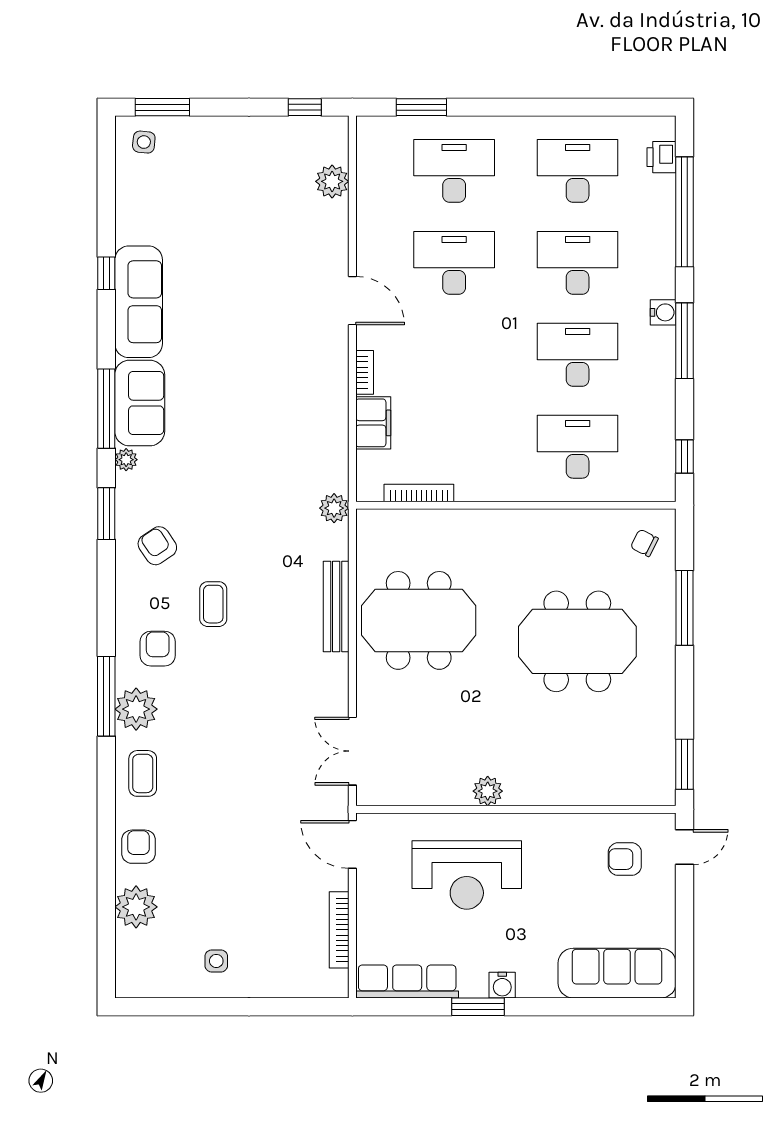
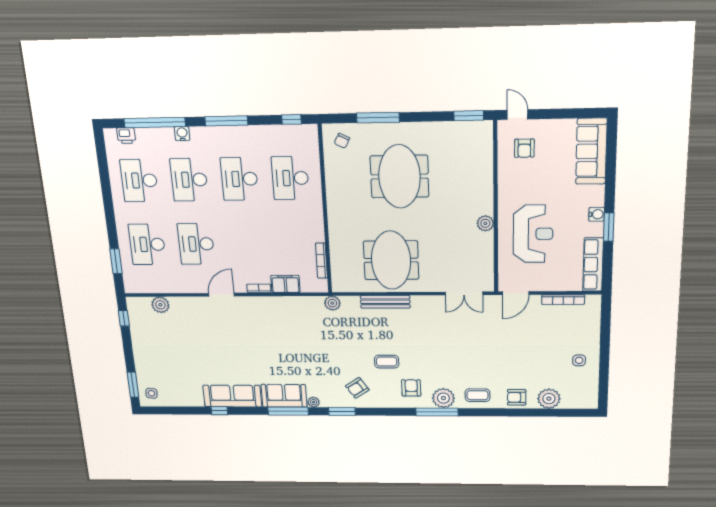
water cooler: (663, 312) -> (182, 134), moved
armchair: (158, 649) -> (411, 388), turned 90

